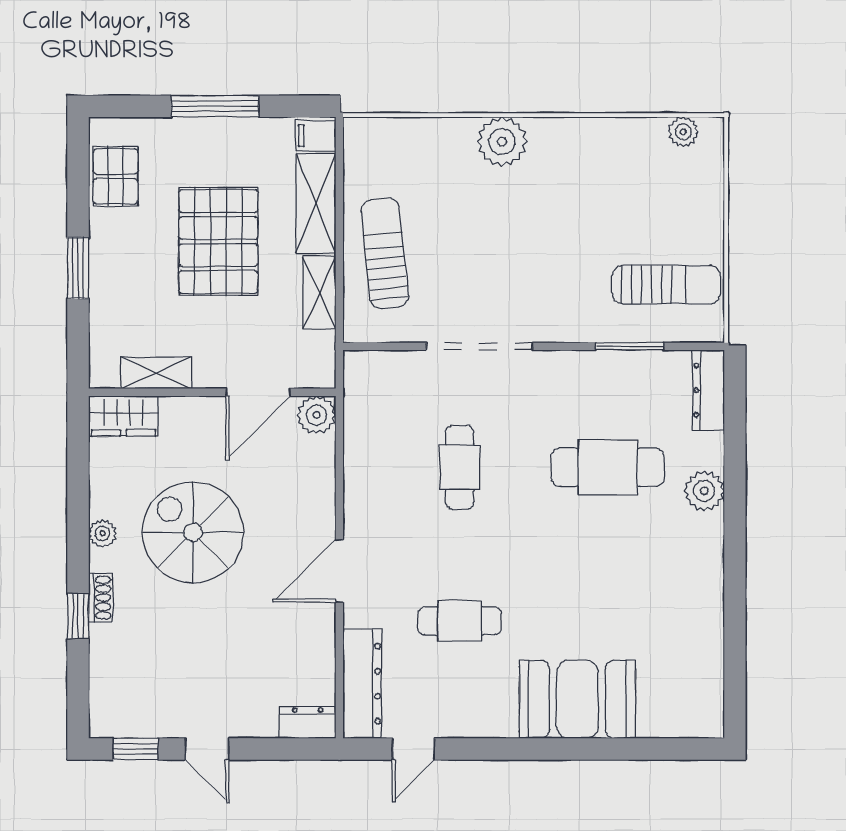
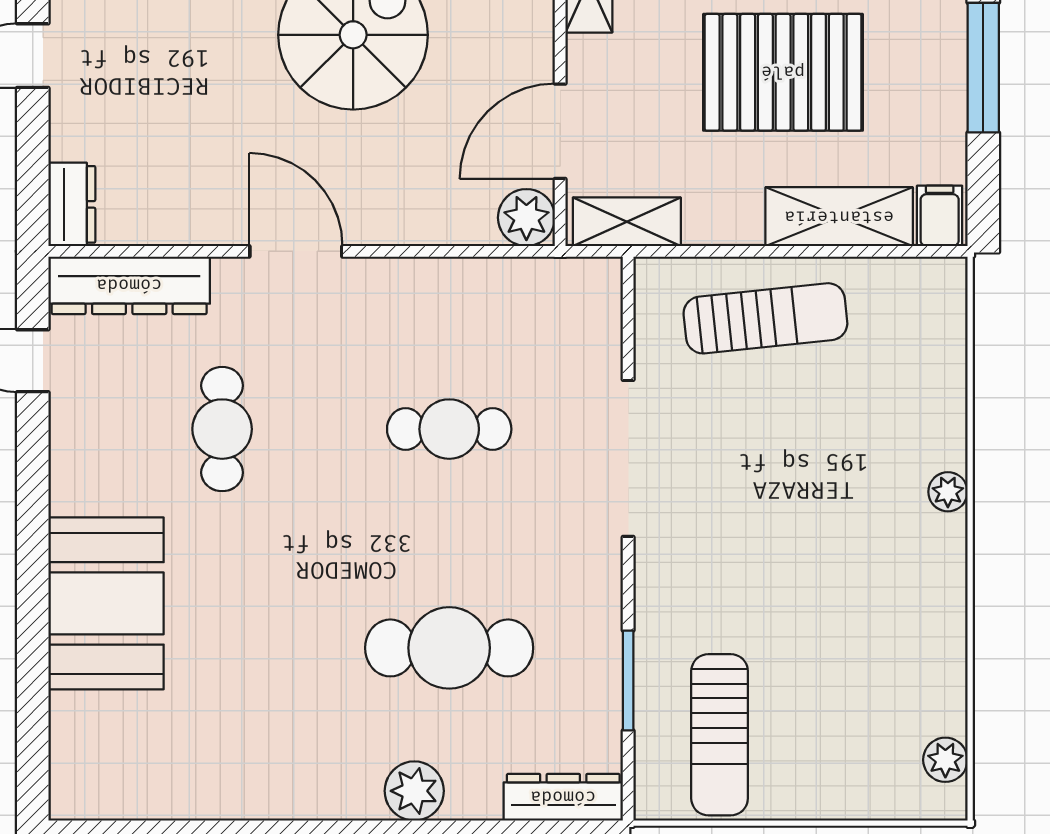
plant: (502, 142) -> (948, 492), width x0.53, depth x0.53
shelving: (319, 293) -> (627, 222), moved
door: (258, 392) -> (560, 131), hinge flipped
cafe table: (608, 467) -> (449, 648), turned 90

